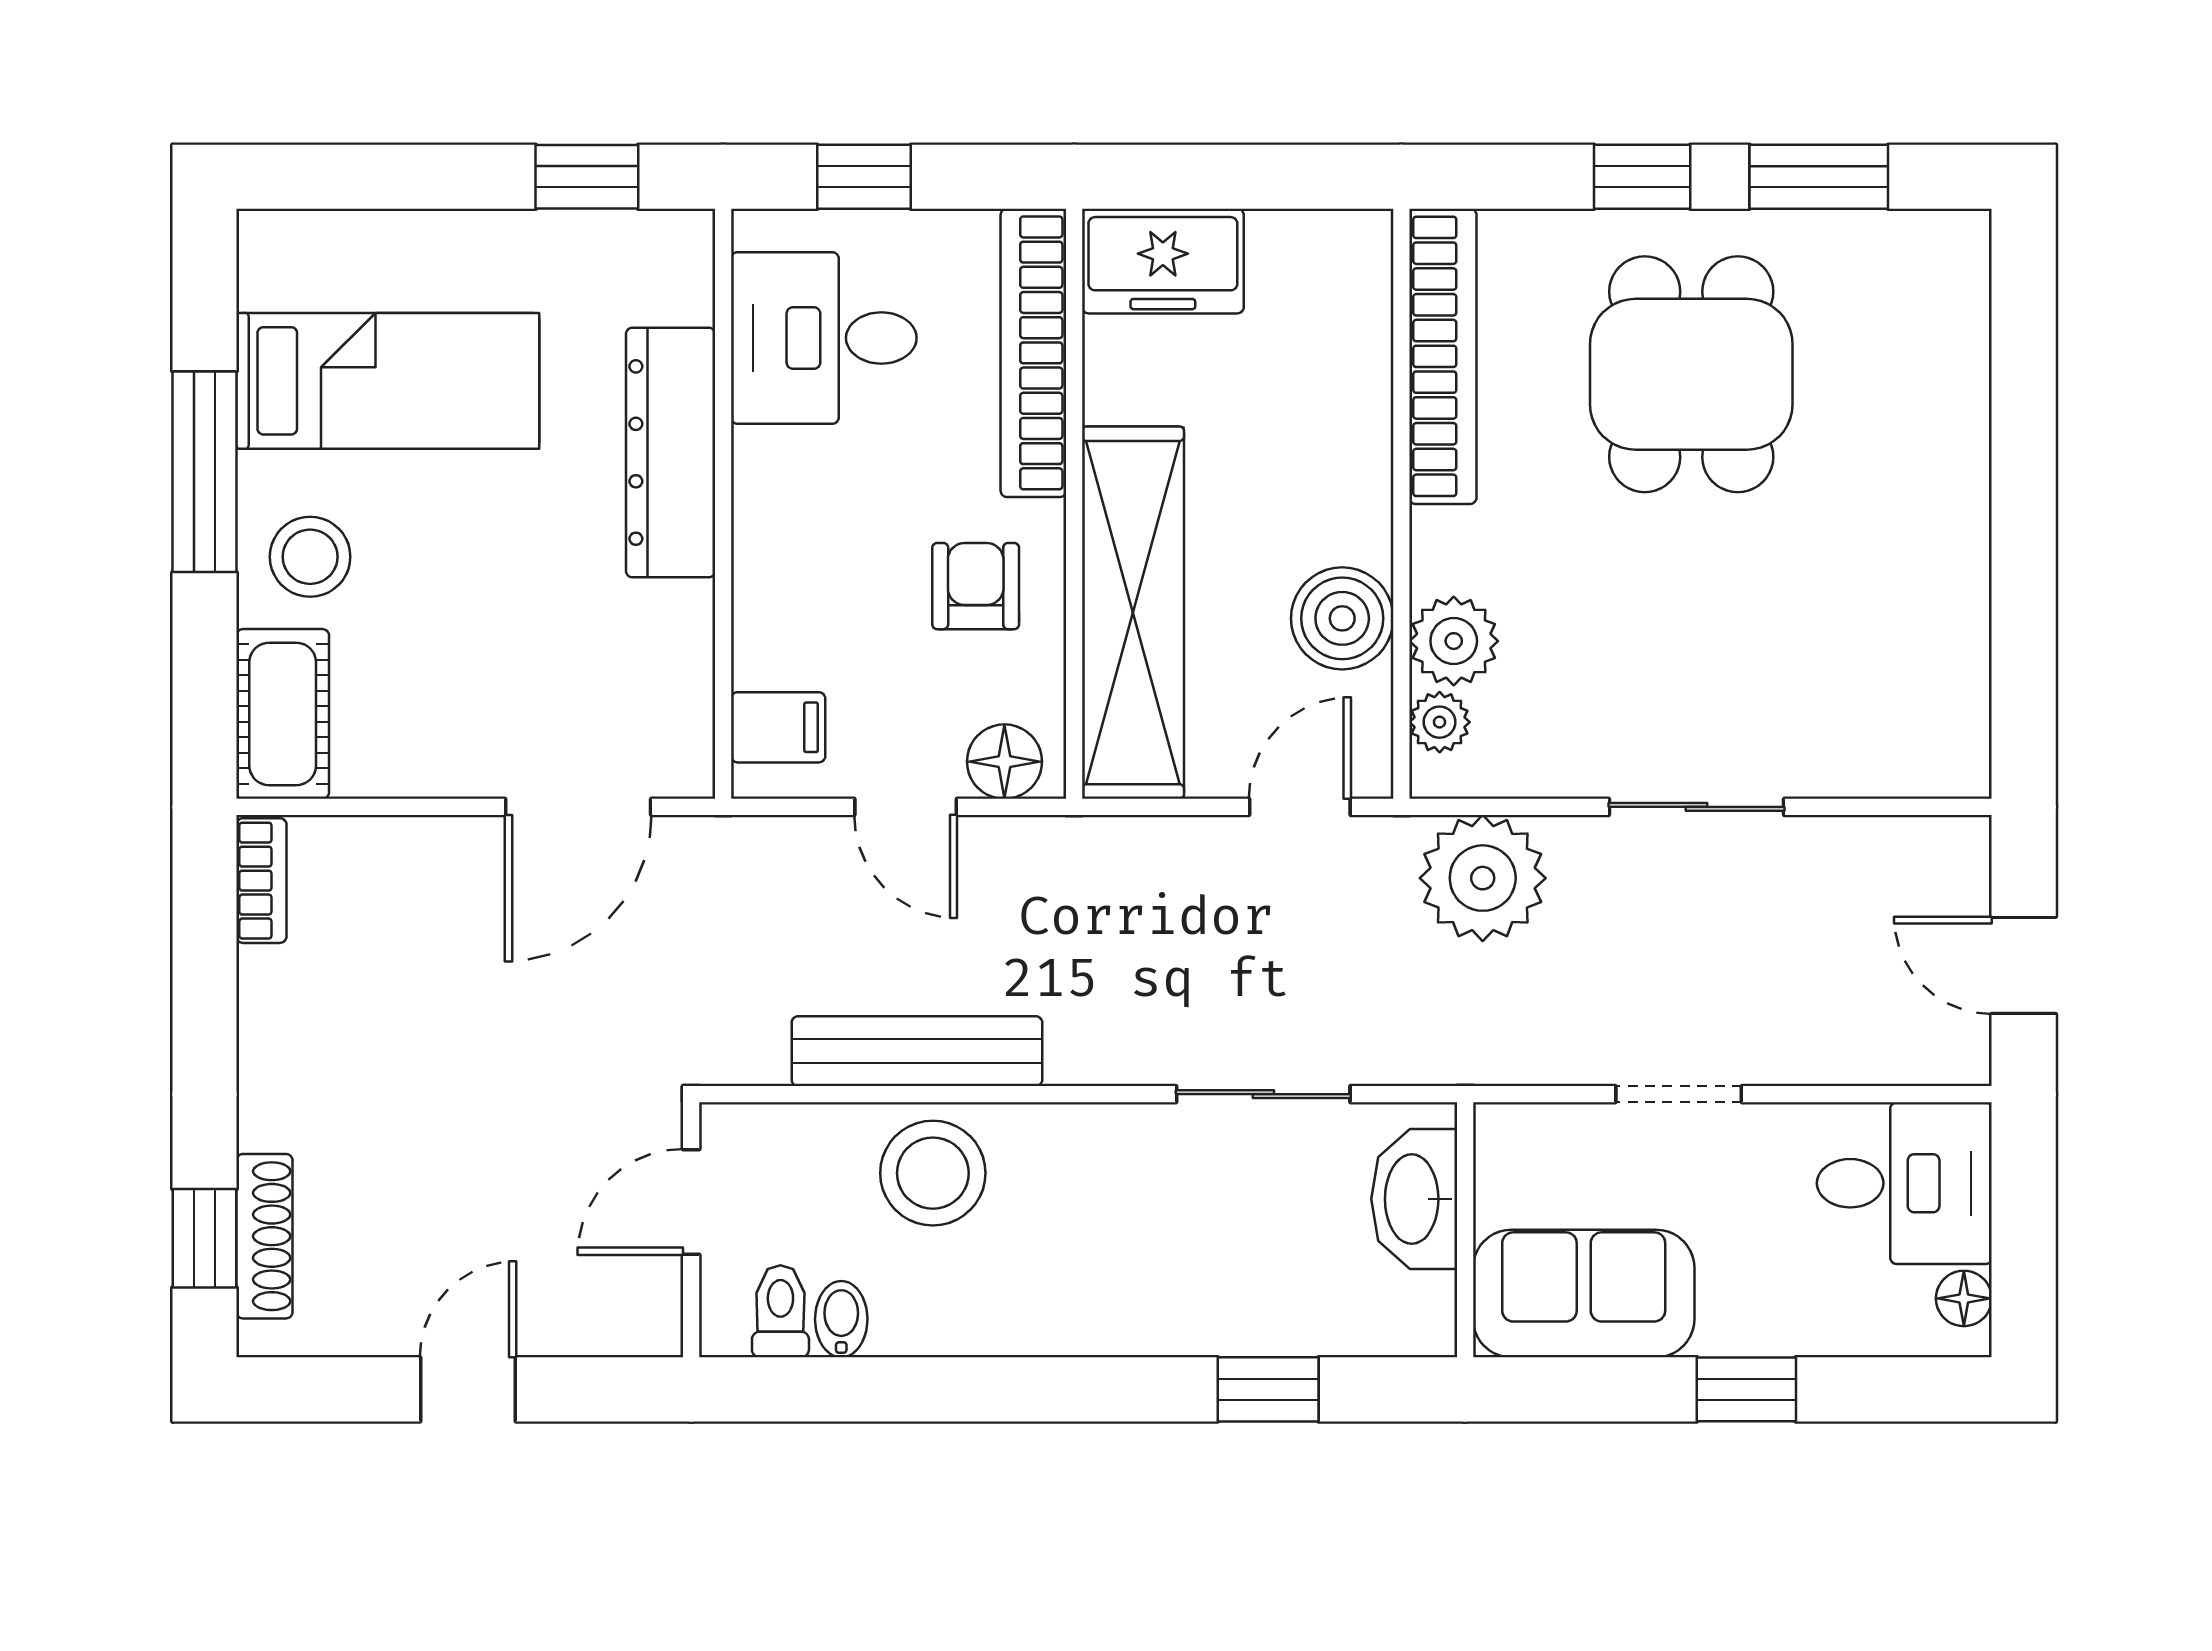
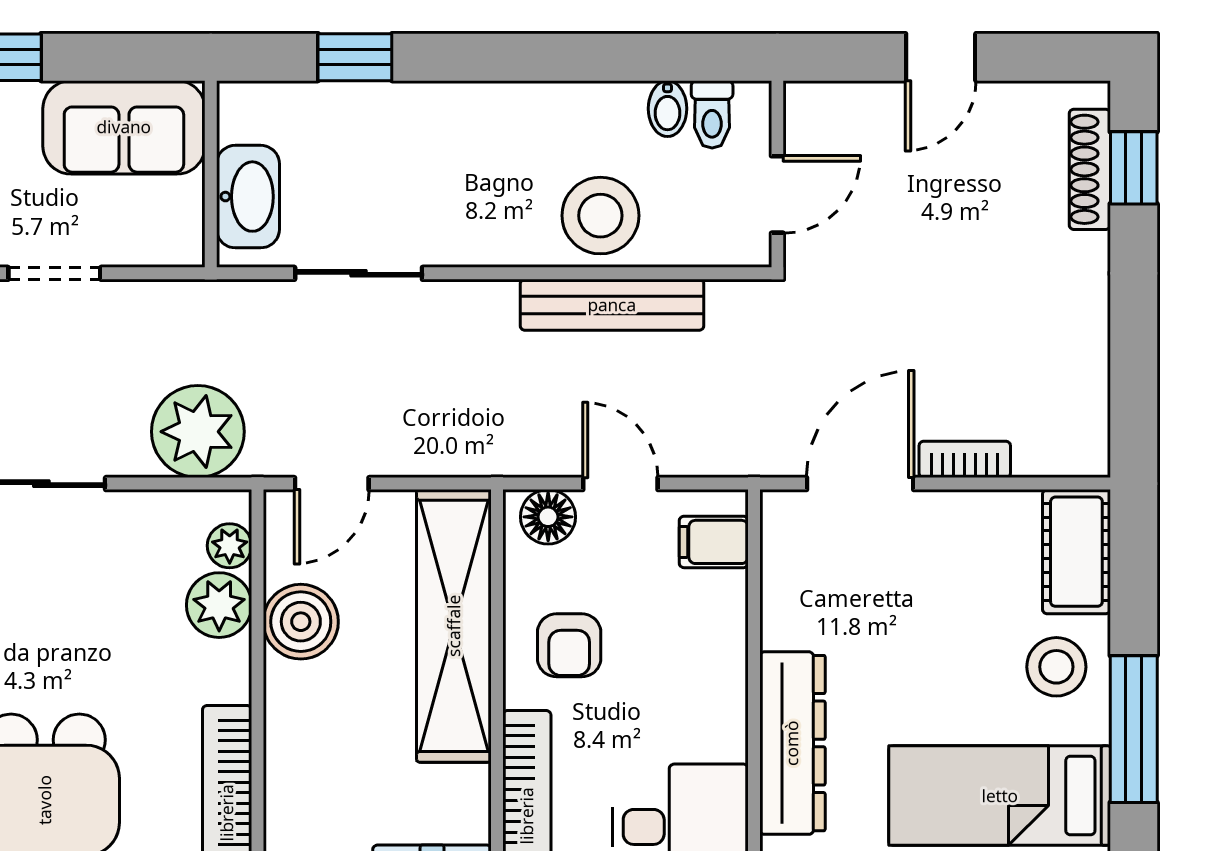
bookcase: (261, 881) -> (965, 459), moved, turned 90

